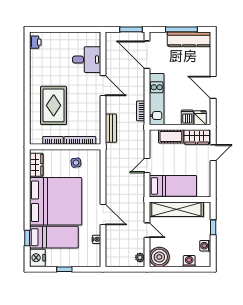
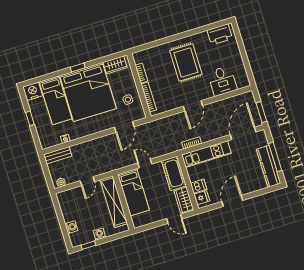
printer: (35, 42) -> (220, 34), width x1.87, depth x1.48
door: (103, 86) -> (193, 106), moved
rug: (54, 105) -> (186, 63), moved, turned 90
bench: (111, 128) -> (58, 155), moved
cot: (171, 136) -> (174, 173), width x1.37, depth x1.34
door: (103, 215) -> (124, 127), moved
window: (213, 227) -> (88, 245), moved
window: (27, 238) -> (78, 67), moved
washing machine: (205, 246) -> (99, 234), moved
boiler: (159, 257) -> (67, 200), removed

